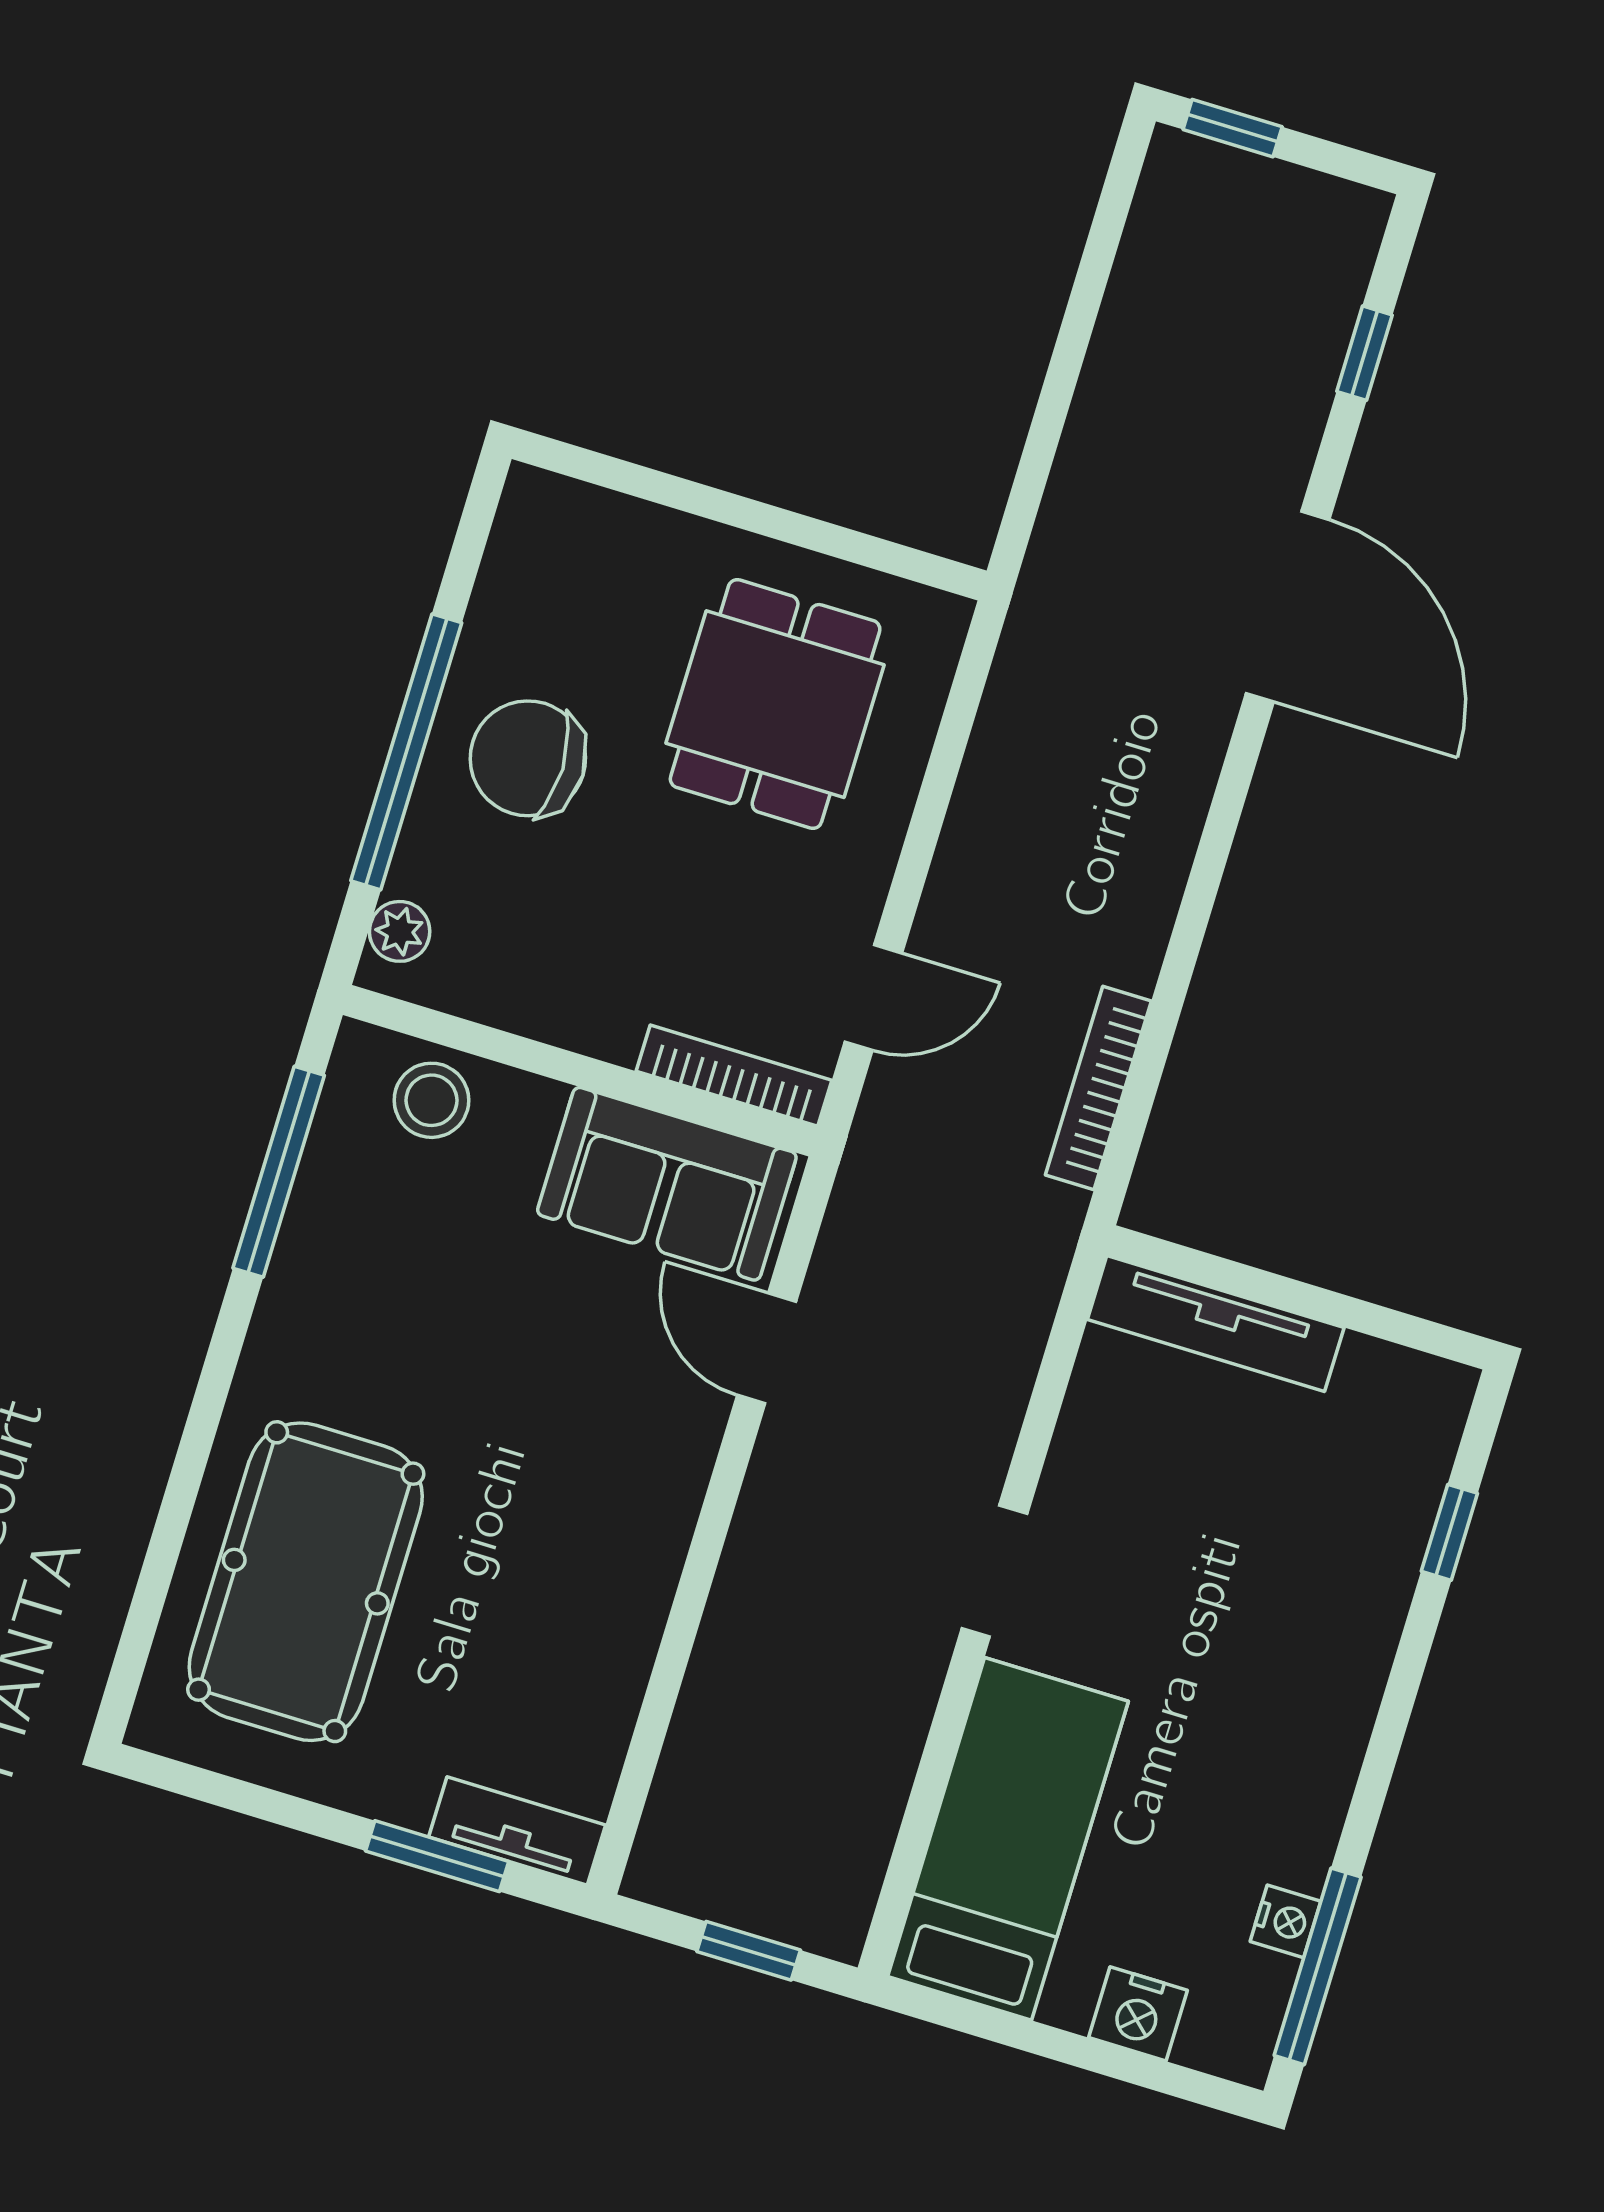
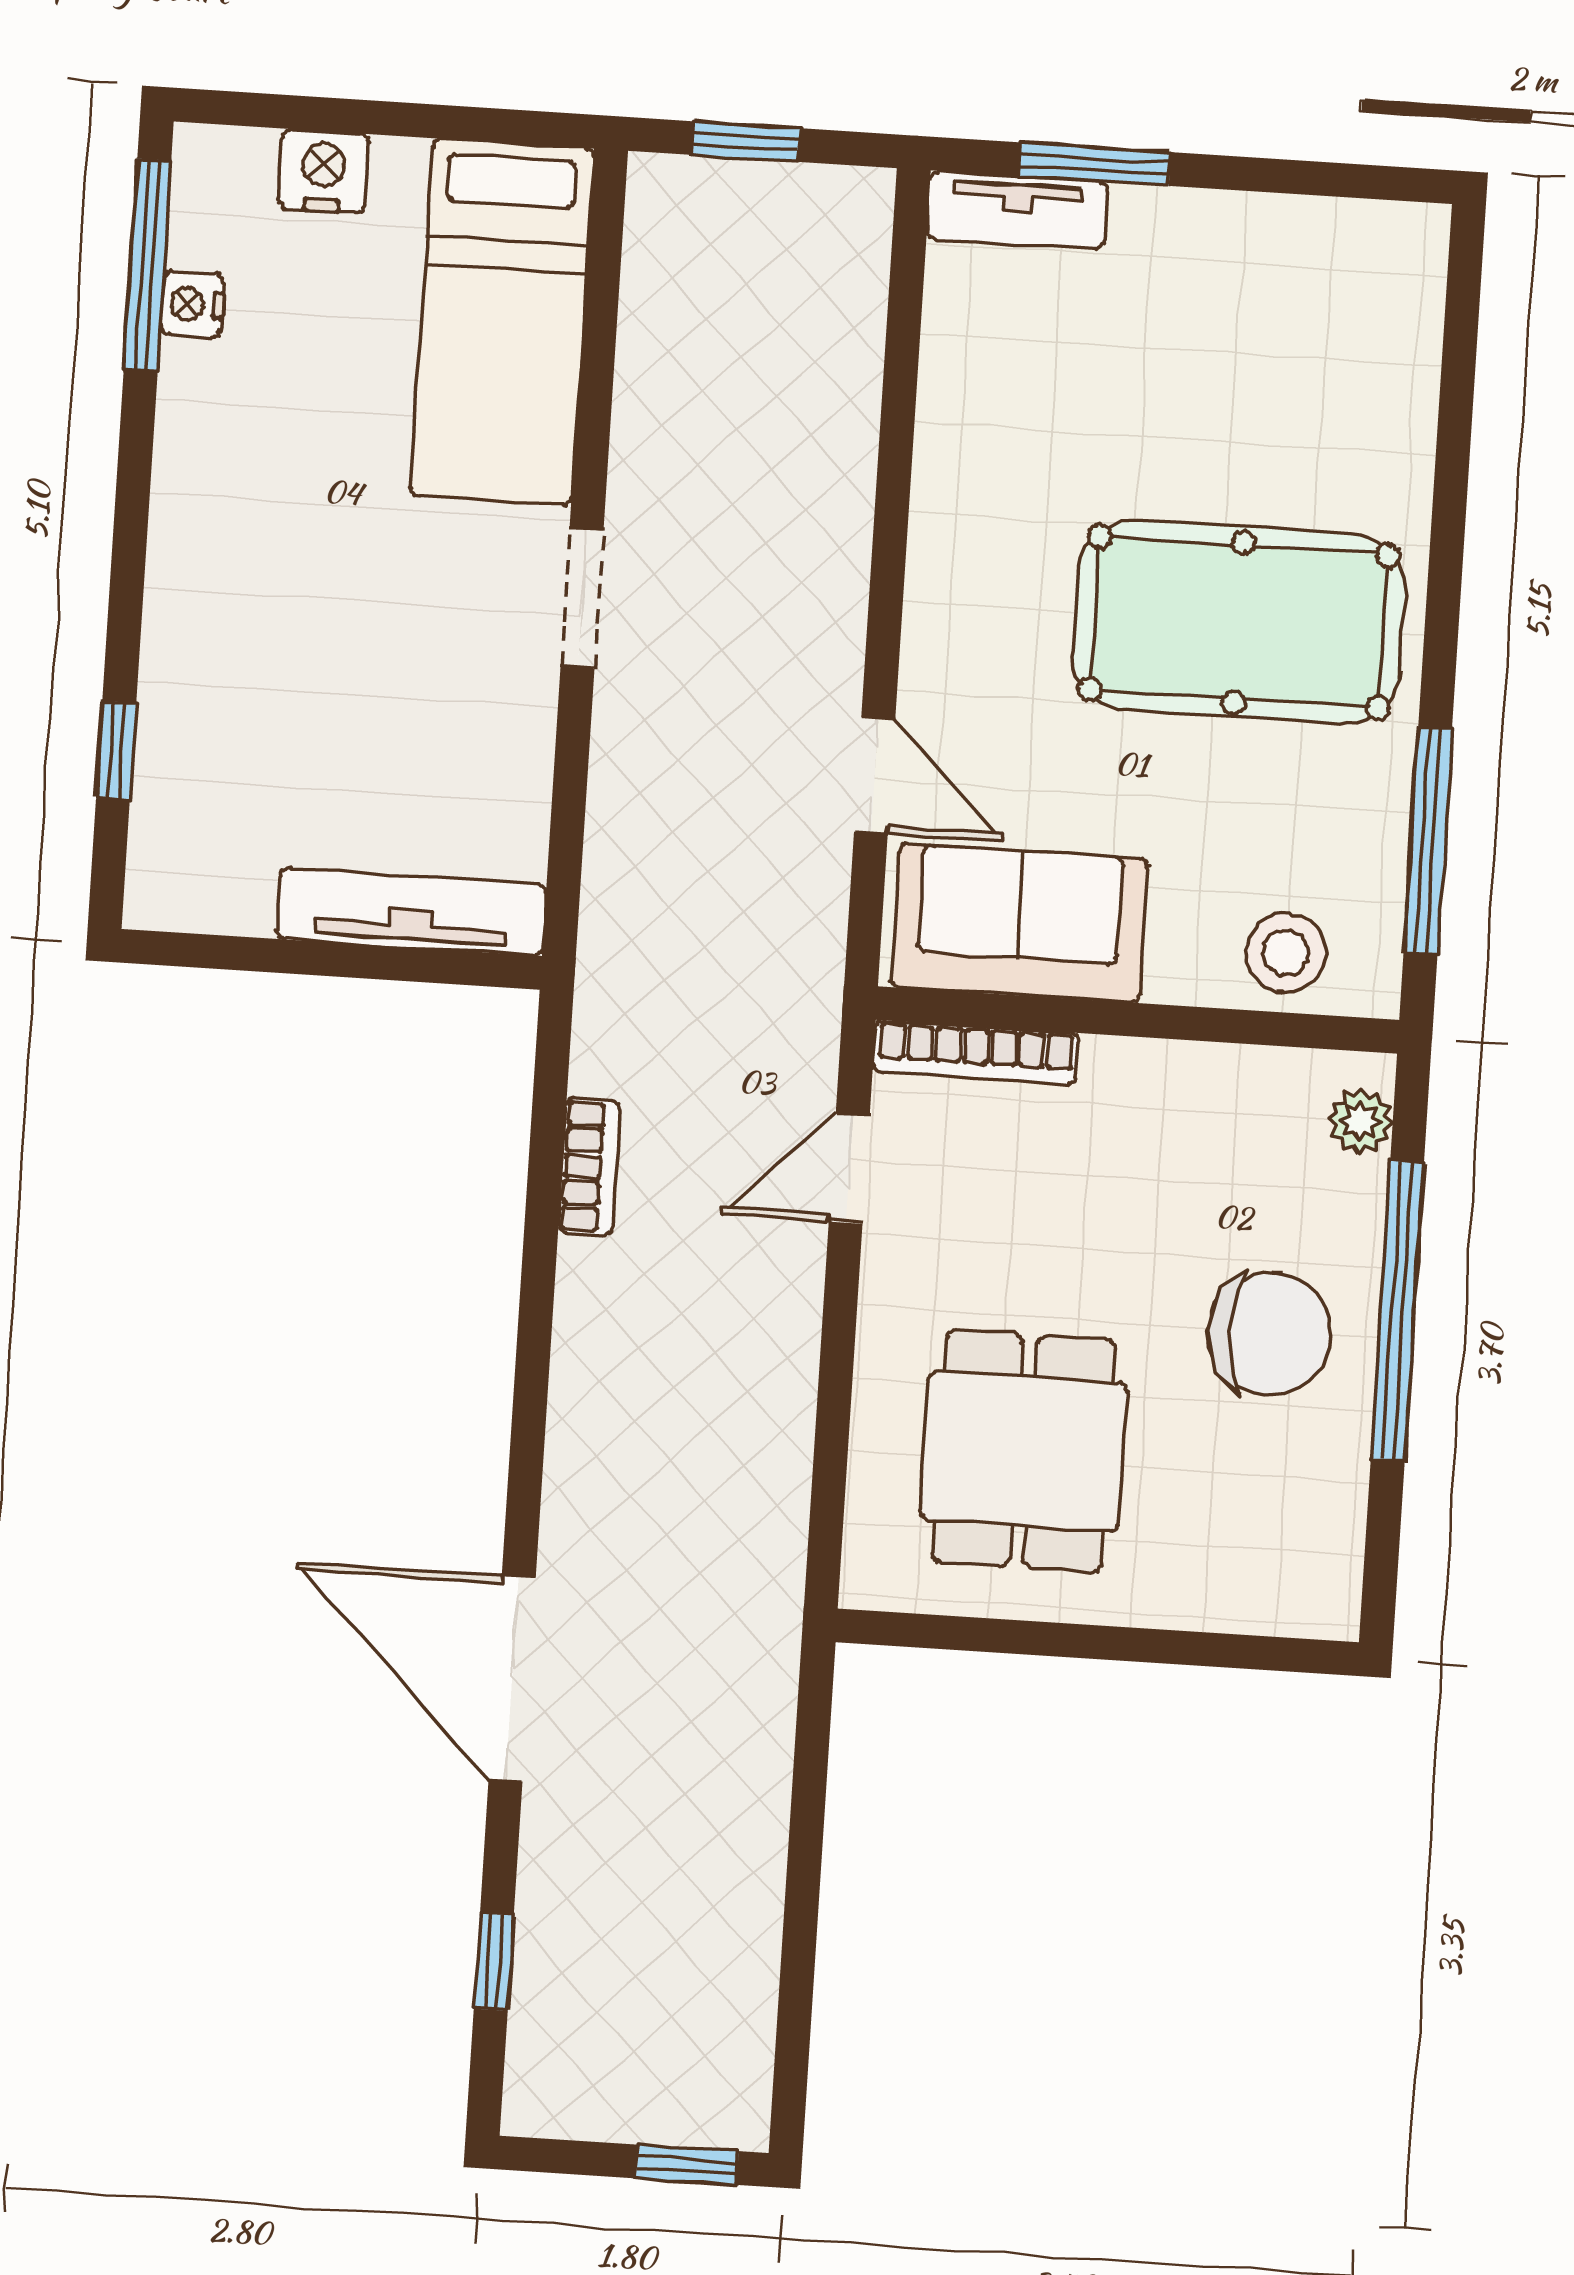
bookcase: (1098, 1088) -> (589, 1167), width x0.64
pool table: (306, 1582) -> (1239, 622), moved, turned 90

